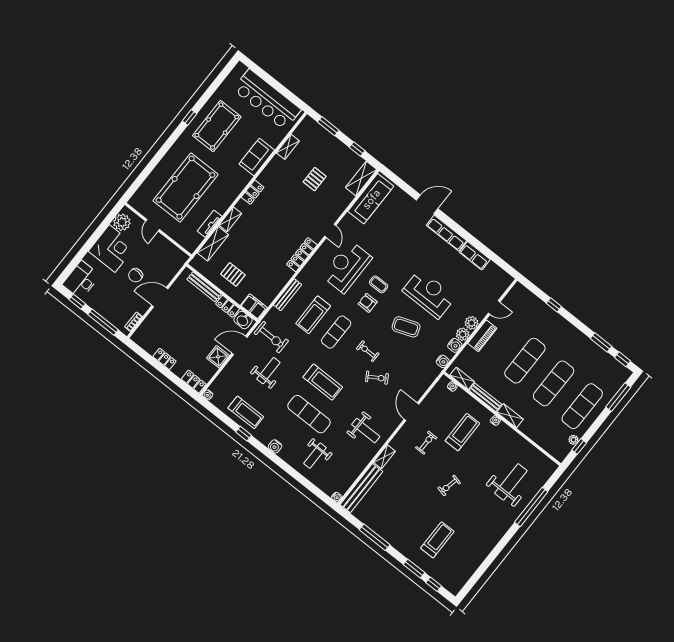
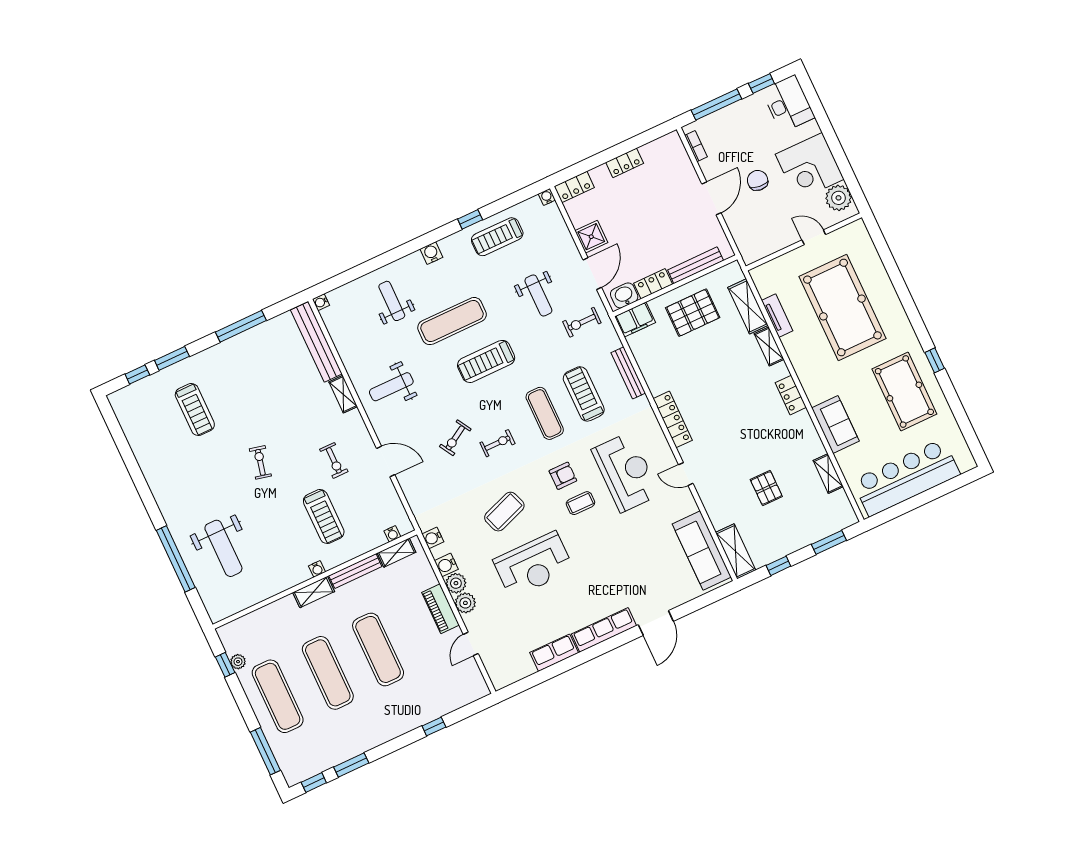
pallet: (233, 274) -> (693, 313), width x1.50, depth x1.42
exercise bike: (271, 337) -> (582, 322), width x0.73, depth x0.72

